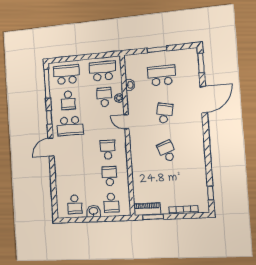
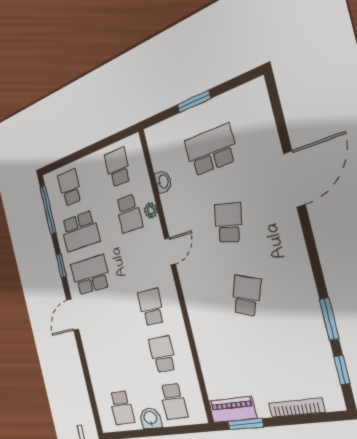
window: (201, 63) -> (329, 319), moved
school desk: (103, 71) -> (118, 167), width x0.54
school desk: (67, 75) -> (70, 188), width x0.54
school desk: (104, 97) -> (129, 214), turned 180
school desk: (68, 100) -> (80, 231), width x1.85
door: (126, 122) -> (170, 251), swing flipped
school desk: (70, 126) -> (90, 275), turned 180
school desk: (167, 151) -> (246, 296), turned 42

